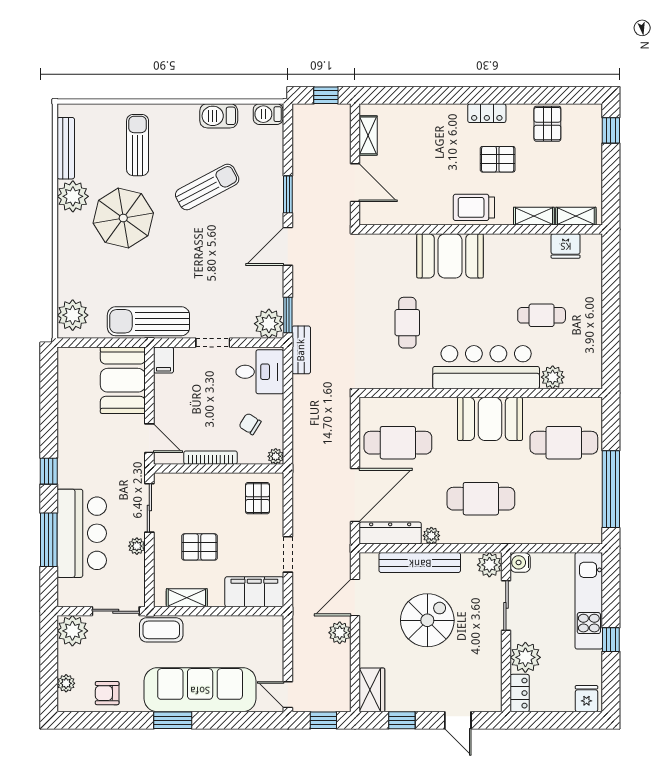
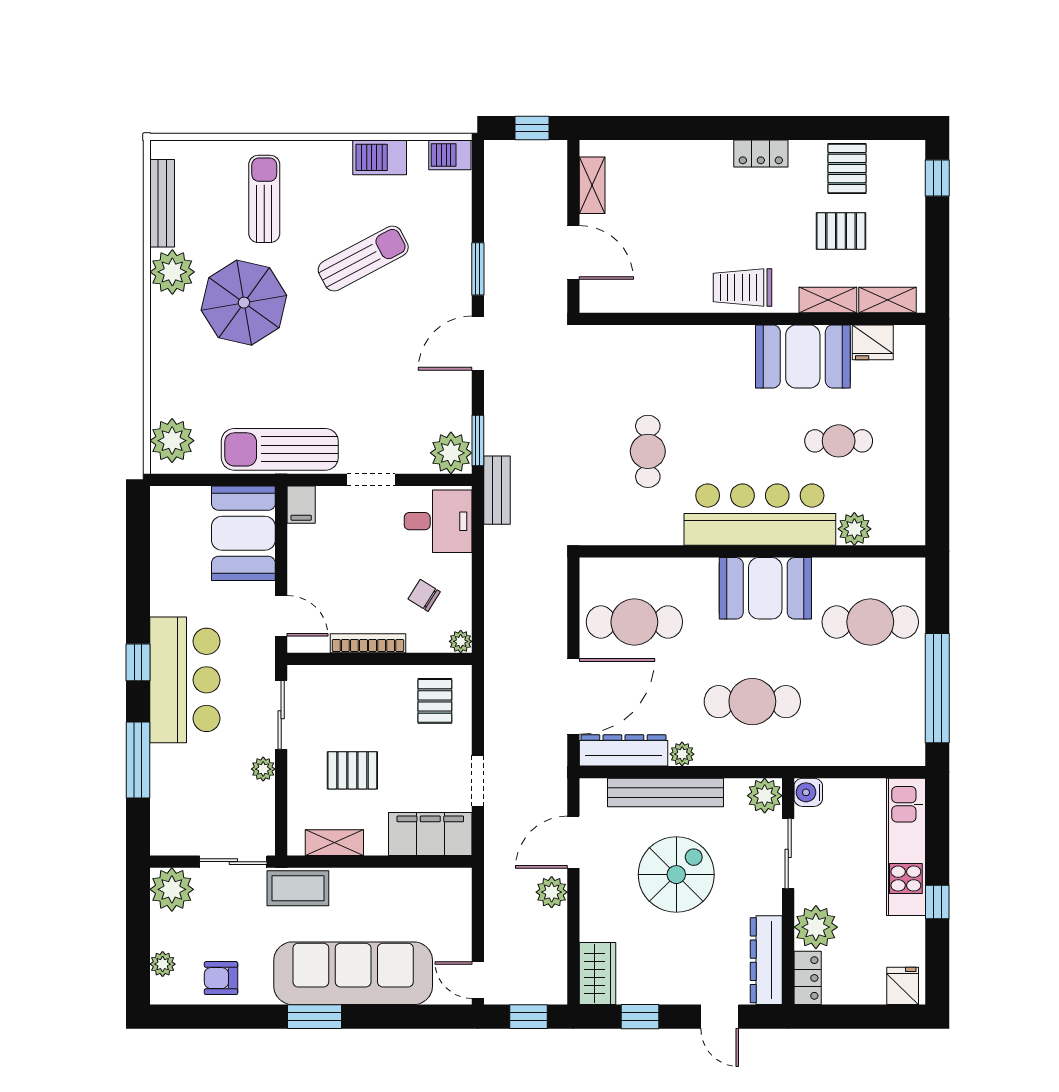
pallet: (498, 159) -> (841, 231), moved
booth: (450, 256) -> (803, 356), moved
bar counter: (82, 533) -> (185, 680), moved
dresser: (491, 681) -> (766, 960), added

